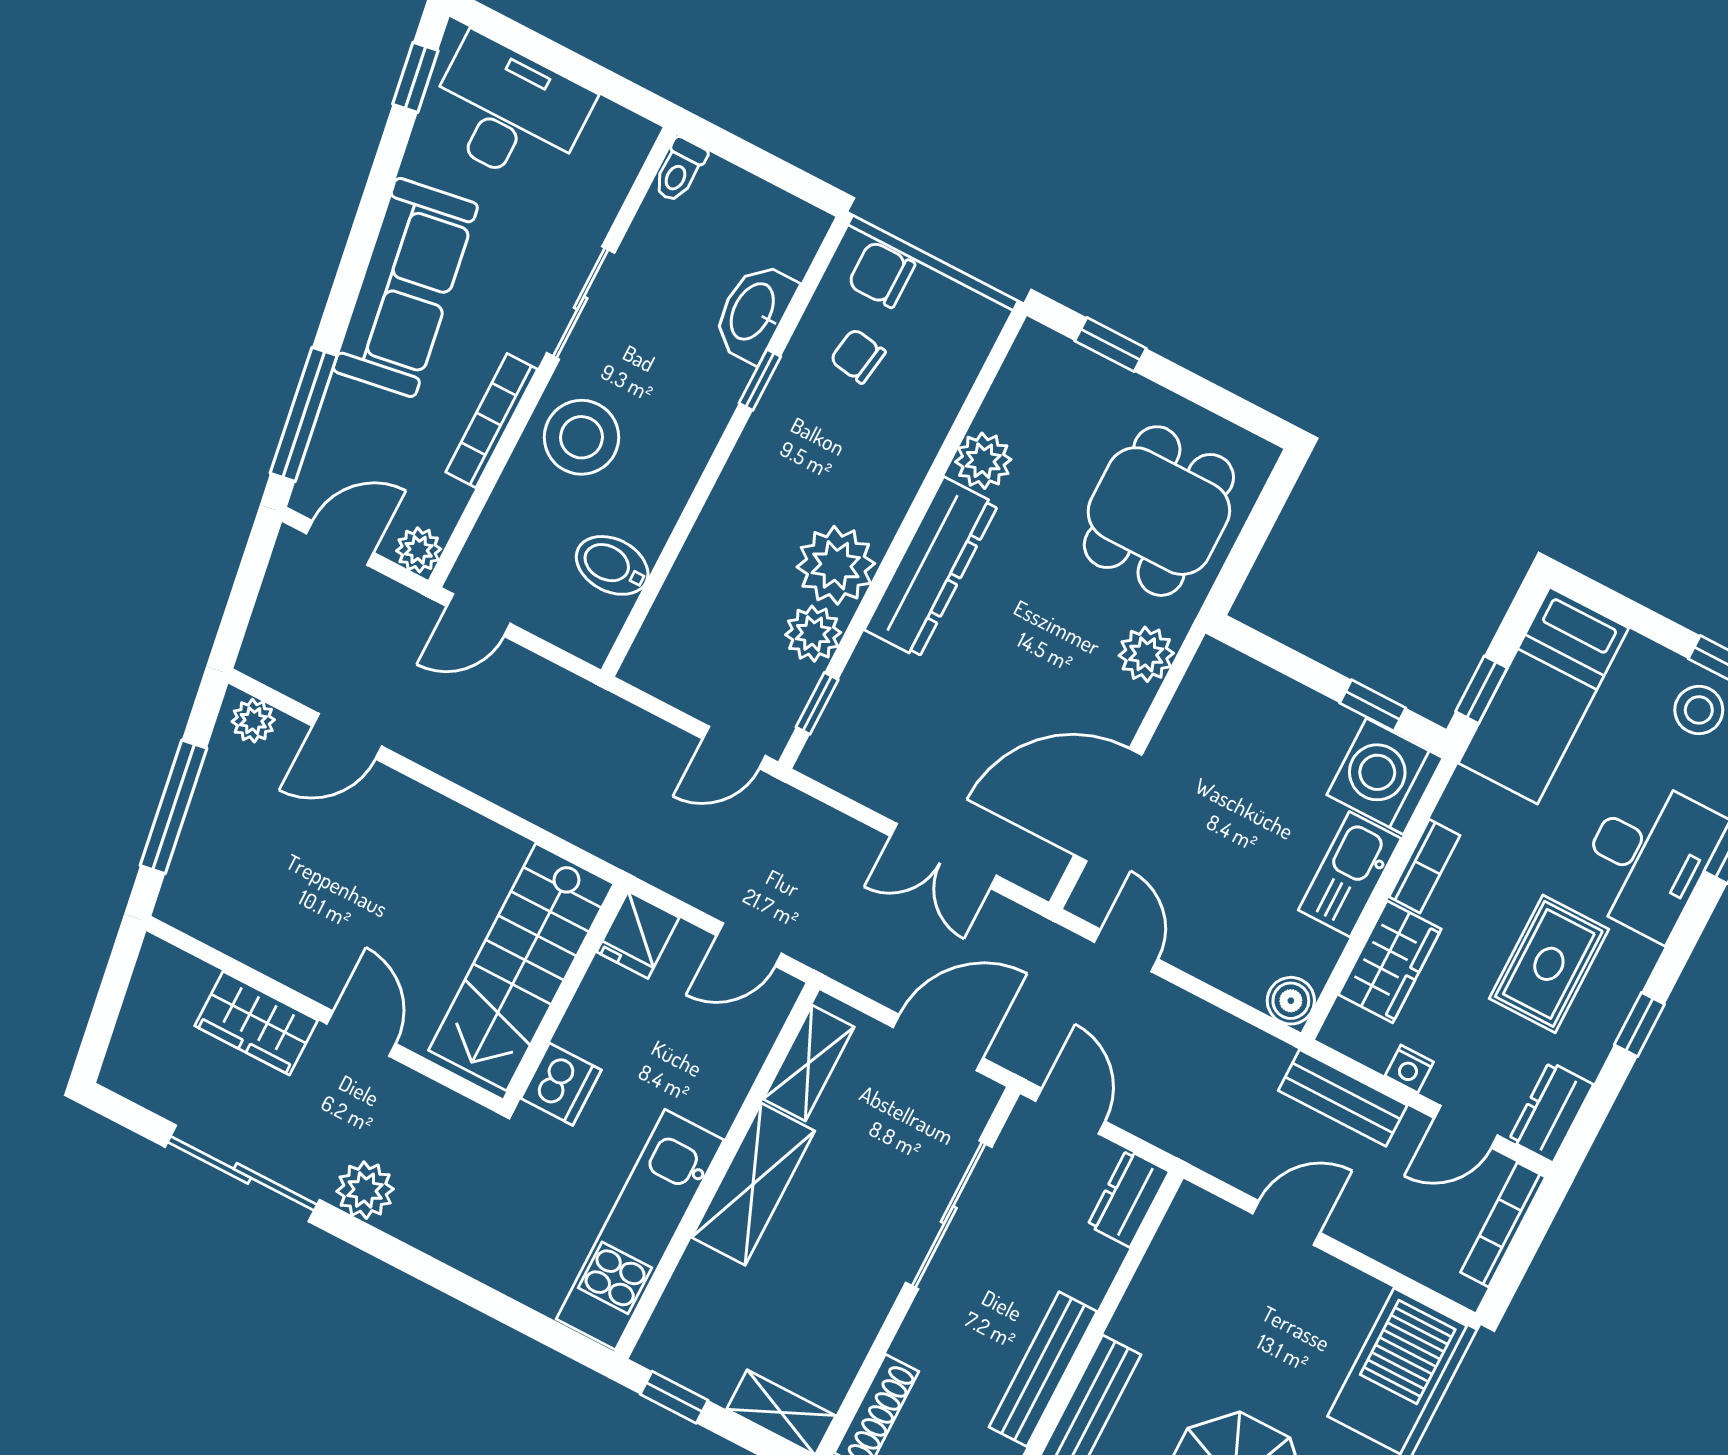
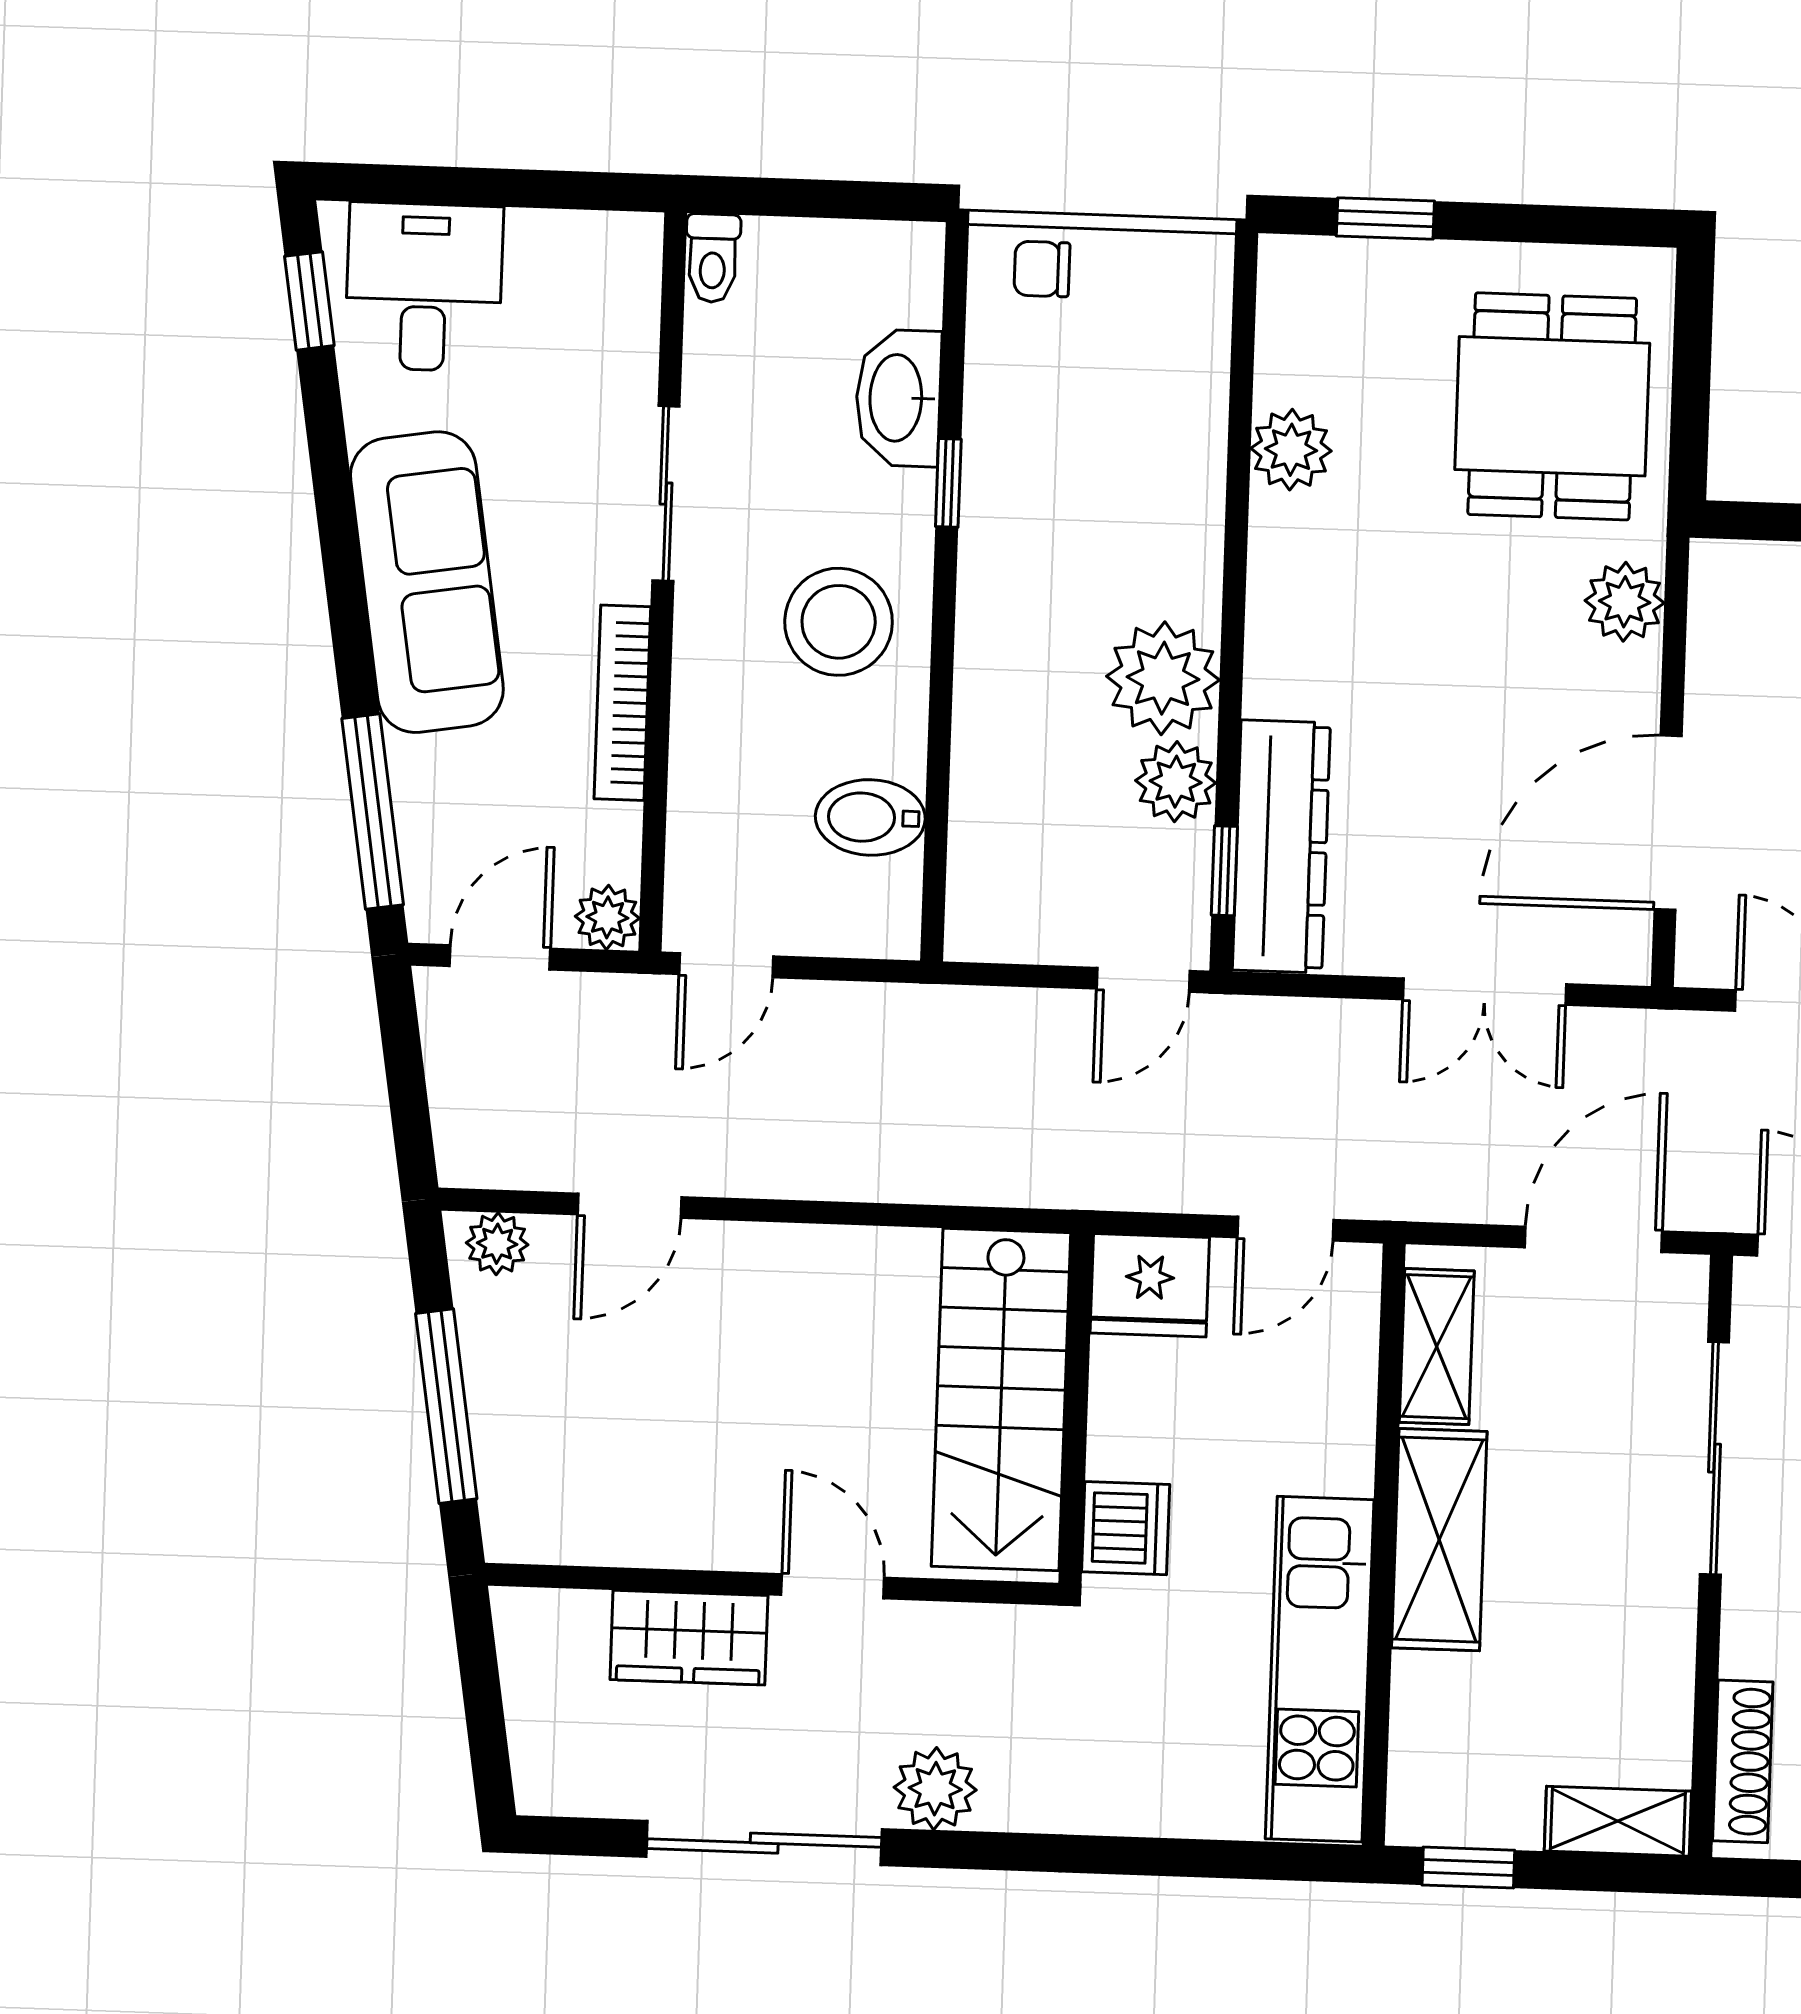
desk: (508, 112) -> (424, 287), width x0.73
chair: (881, 274) -> (1042, 269), width x0.73, depth x0.73
chair: (858, 356) -> (1062, 391), removed
stool: (581, 437) -> (839, 622), moved
dresser: (931, 567) -> (1281, 846), moved
fridge: (638, 935) -> (1150, 1285), width x1.38

